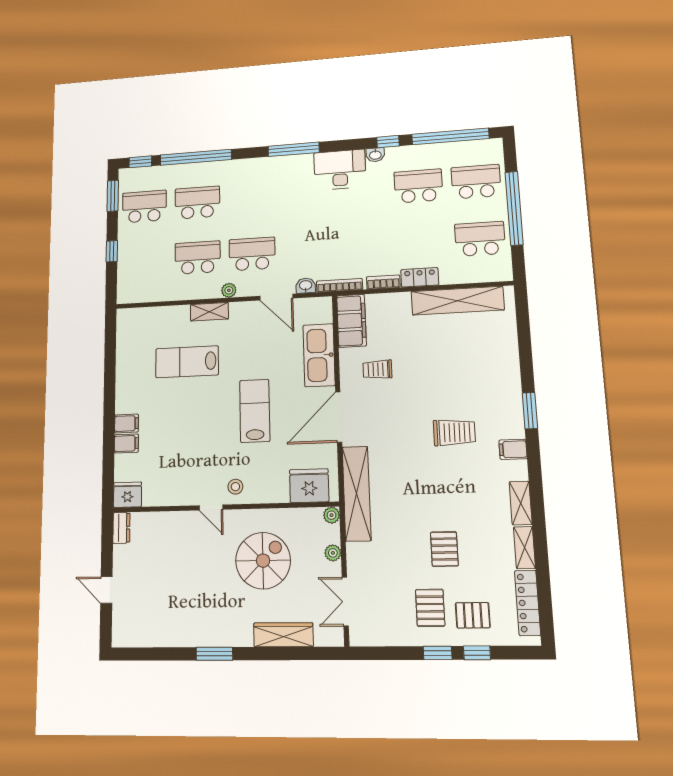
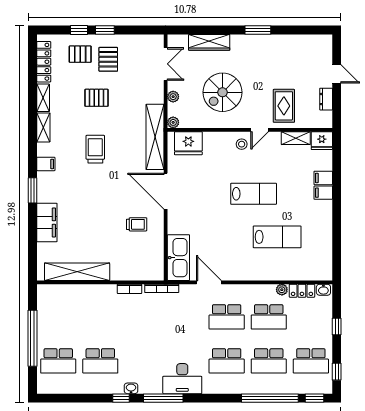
window: (450, 136) -> (75, 398), removed
window: (294, 149) -> (163, 398), moved
desk: (340, 170) -> (182, 379), moved
window: (113, 196) -> (337, 372), width x0.67
school desk: (480, 239) -> (227, 361), moved
locker: (420, 277) -> (302, 291), moved
washbasin: (306, 286) -> (323, 290), moved
plant: (229, 290) -> (282, 290), moved
shelving: (209, 312) -> (296, 138), moved
filing cabinet: (351, 321) -> (47, 222), moved, turned 180
kitchen sink: (319, 355) -> (178, 258), moved
lab bench: (255, 411) -> (254, 194), moved, turned -90
door: (339, 417) -> (166, 191), swing flipped
trolley: (454, 432) -> (95, 149), moved, turned 90
door: (211, 507) -> (260, 130), swing flipped
dresser: (121, 528) -> (326, 99), moved
rug: (178, 543) -> (284, 106), added
pallet: (444, 549) -> (96, 98), turned 90

